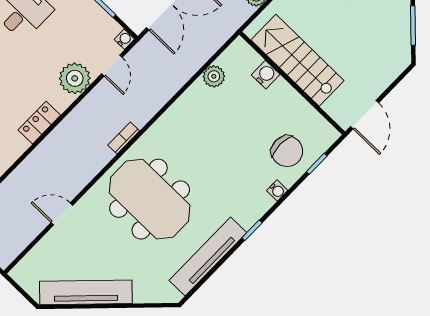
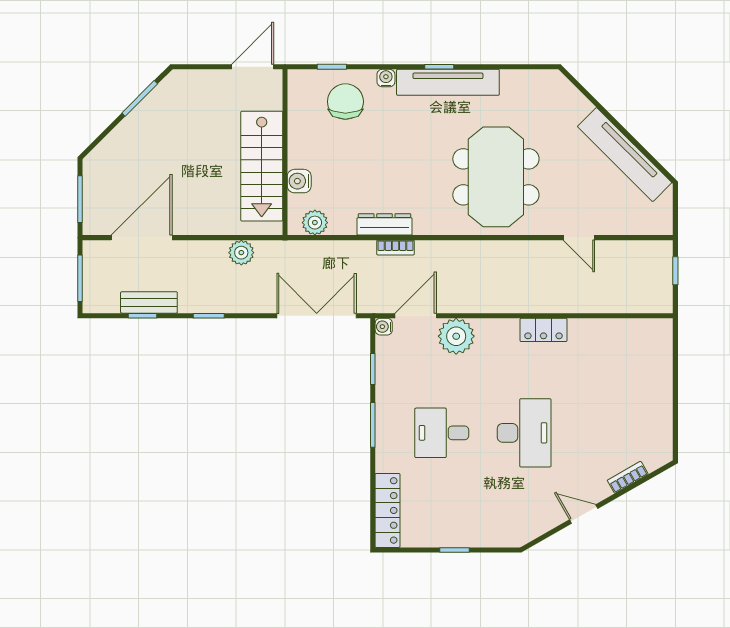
door: (112, 66) -> (416, 316), width x1.38
plant: (214, 76) -> (315, 223), moved
dresser: (187, 101) -> (384, 224), added
locker: (39, 123) -> (544, 330), moved
bookcase: (124, 138) -> (395, 248), moved
tv unit: (208, 256) -> (448, 82), moved

